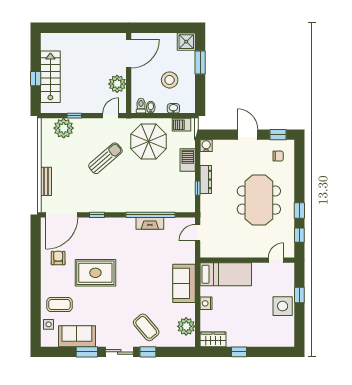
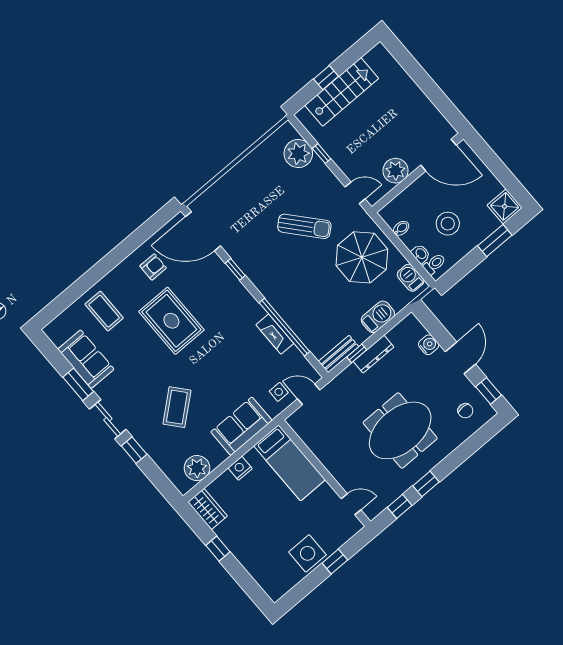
toilet: (141, 106) -> (434, 264), moved
water cooler: (206, 146) -> (429, 345), moved
bench: (46, 181) -> (339, 354), moved
side table: (49, 324) -> (279, 392), moved
coffee table: (146, 327) -> (177, 407), moved

